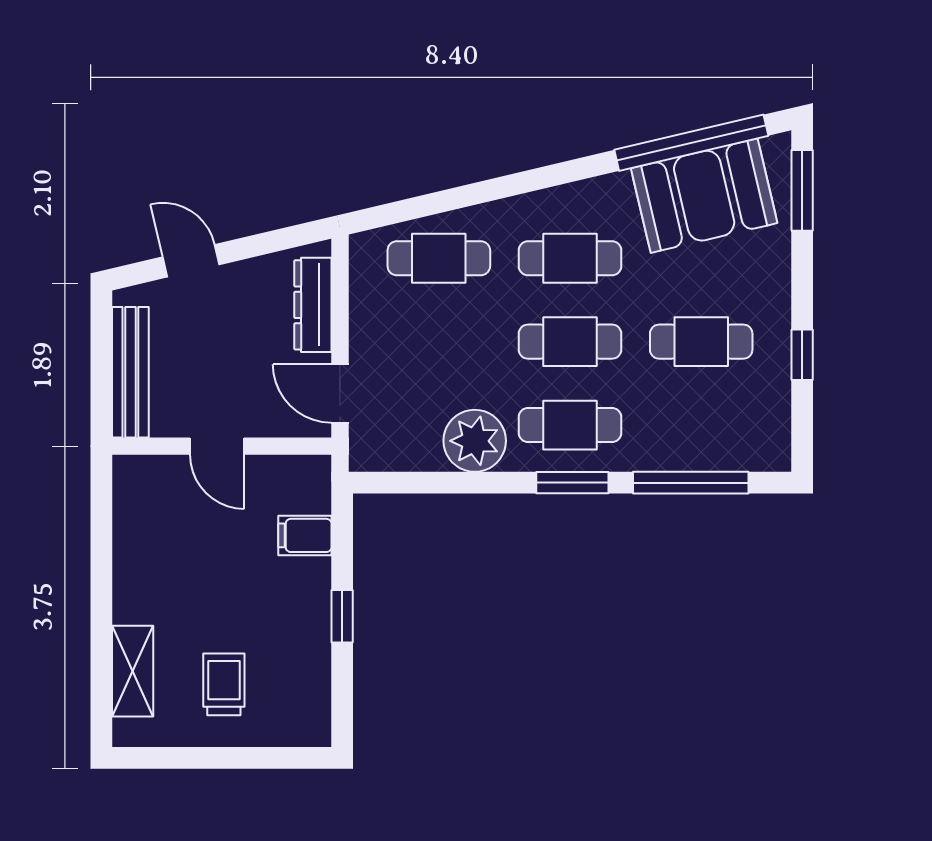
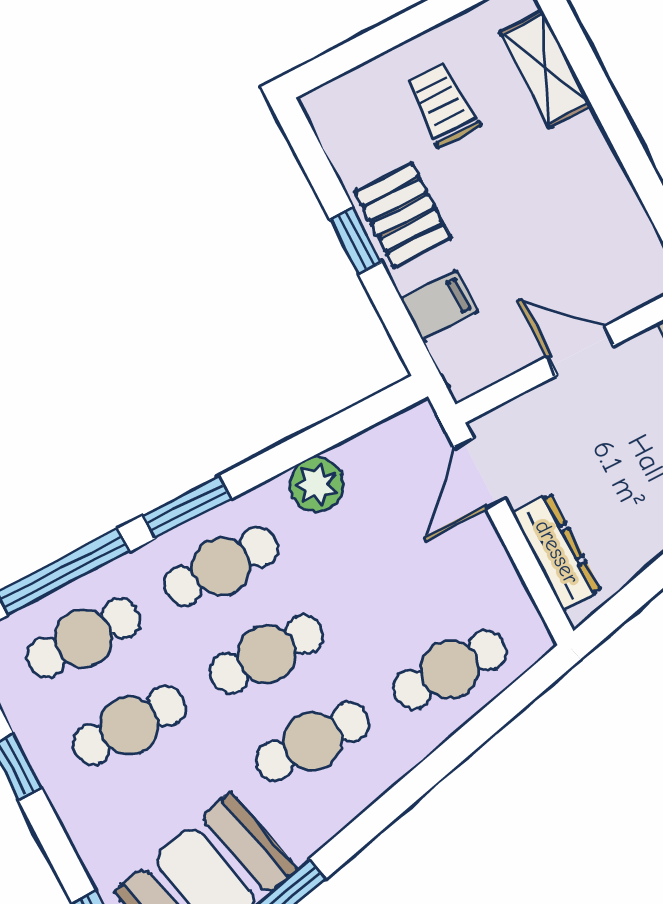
door: (340, 394) -> (480, 474), swing flipped
cafe table: (701, 425) -> (83, 638), added
plant: (475, 441) -> (317, 484), width x0.73, depth x0.73
pallet: (297, 617) -> (403, 215), added
trolley: (224, 684) -> (443, 105), turned 180

